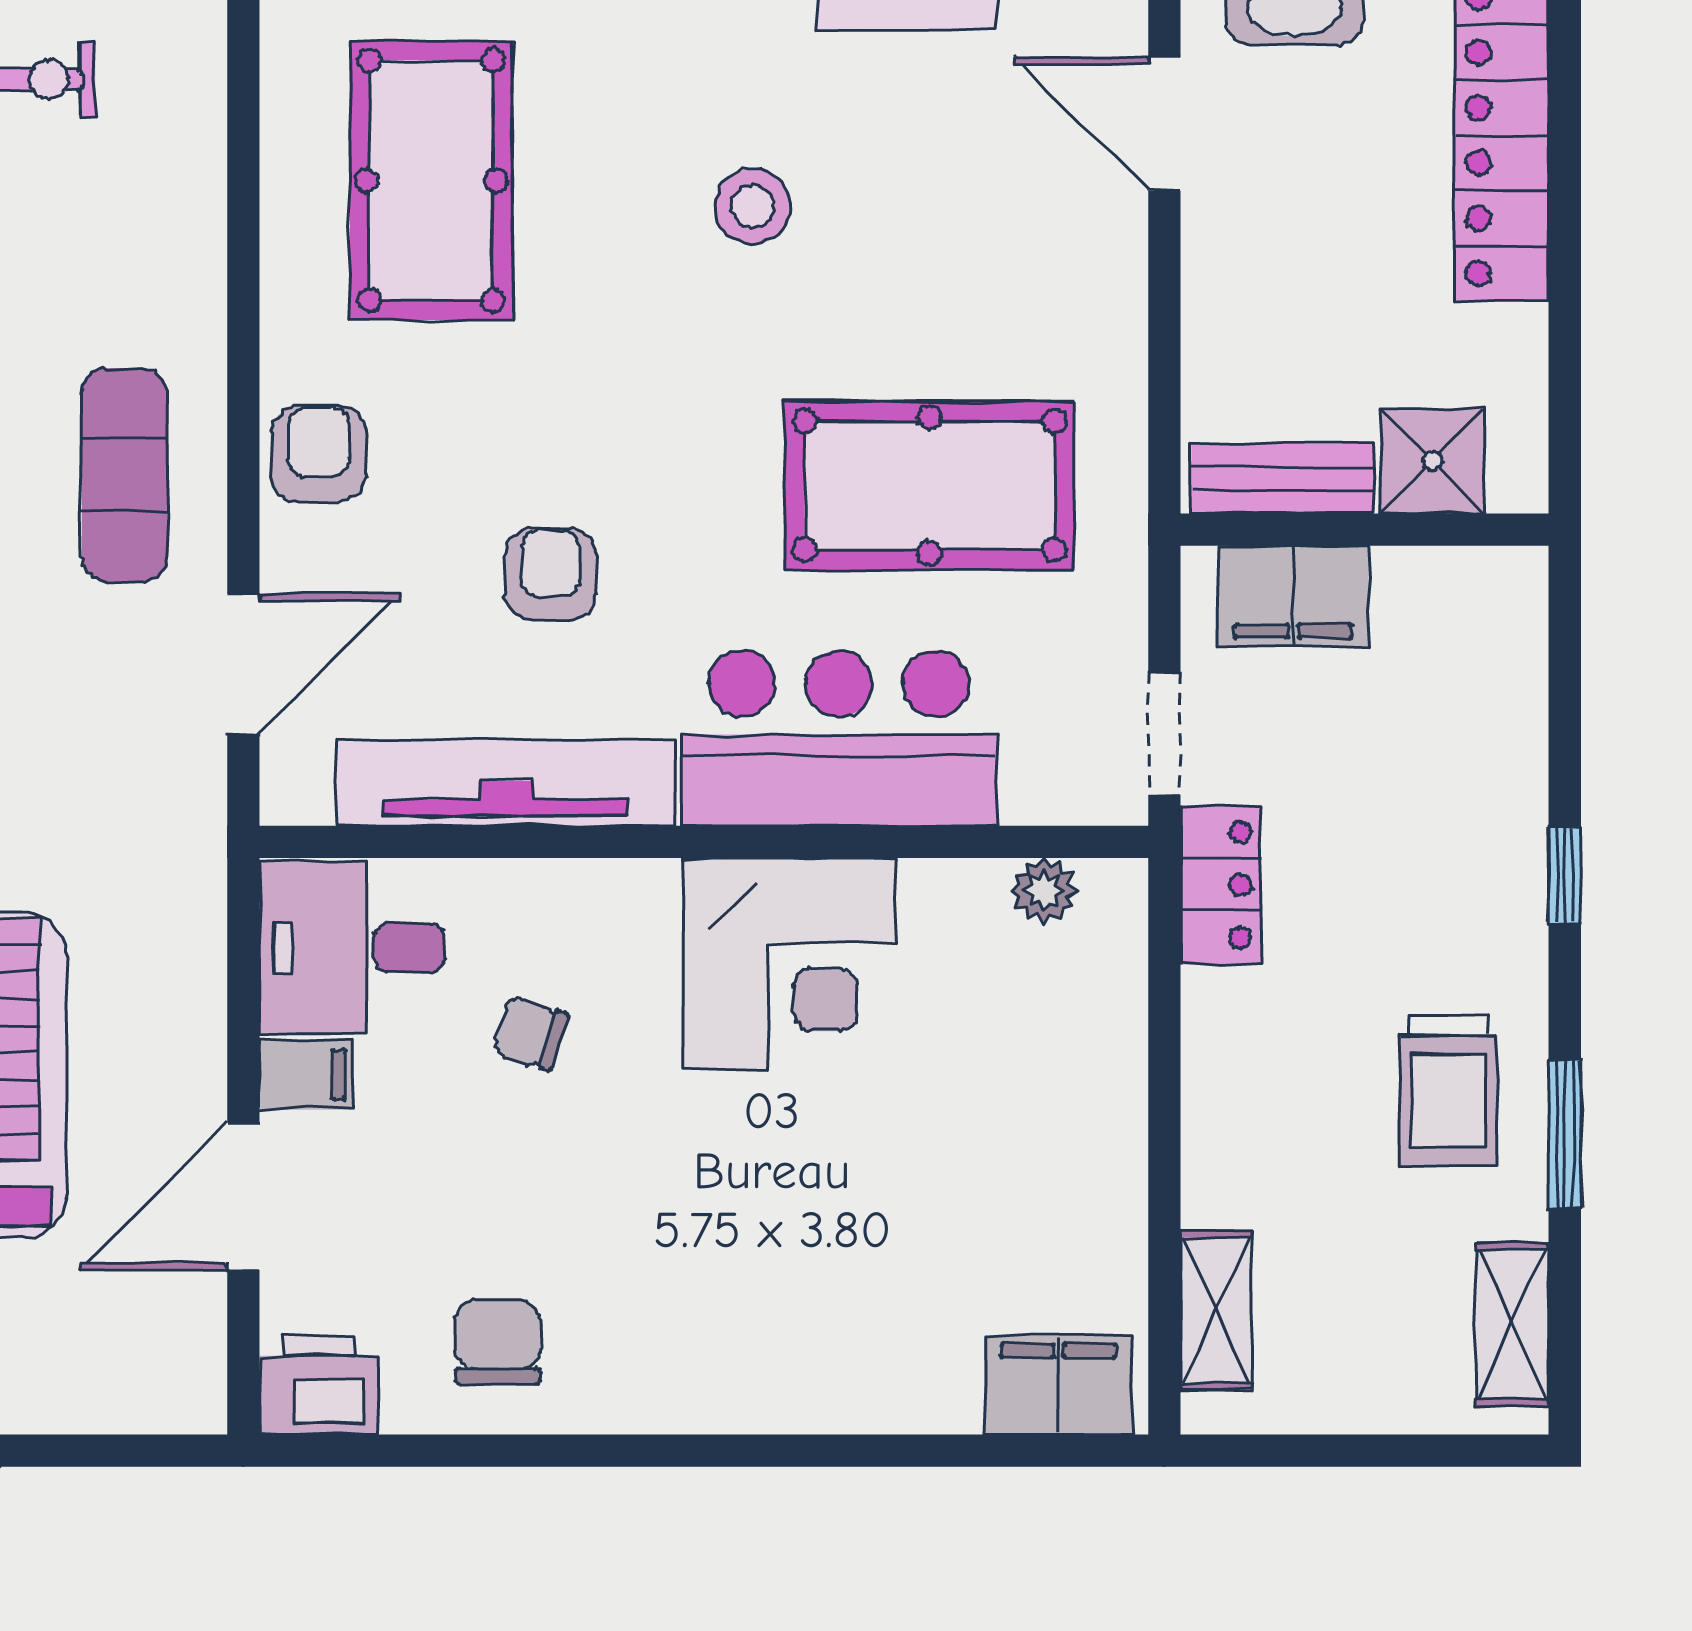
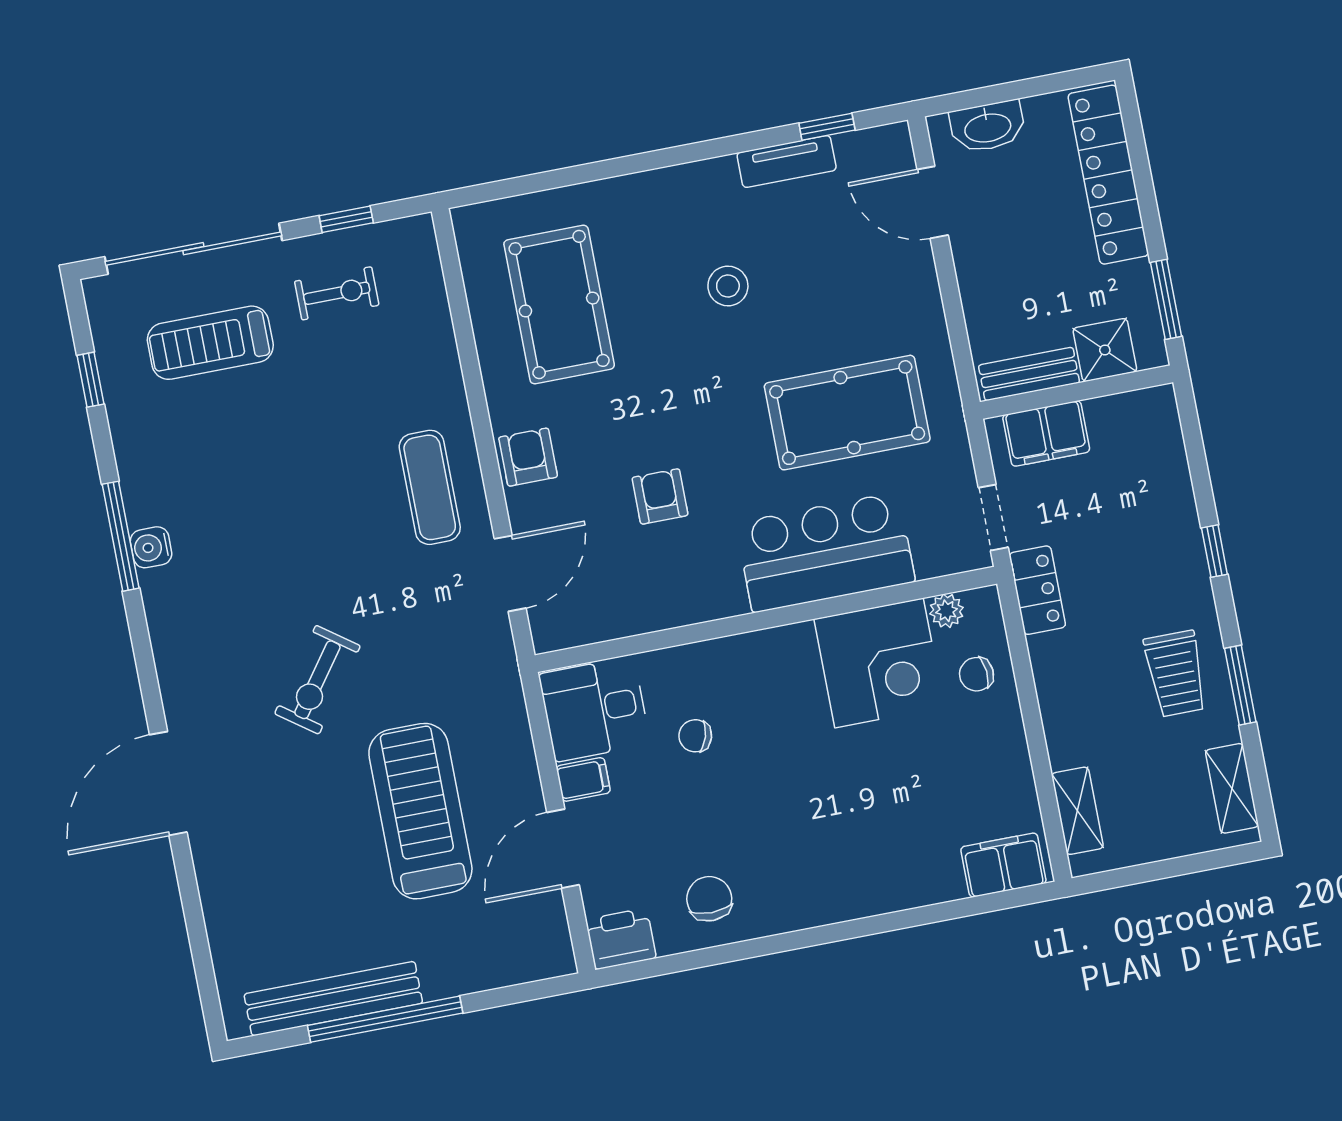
window: (1565, 389) -> (1166, 299), added
tv unit: (506, 783) -> (658, 609), removed
corner desk: (789, 964) -> (879, 663), moved
chair: (1077, 1020) -> (976, 674), added

